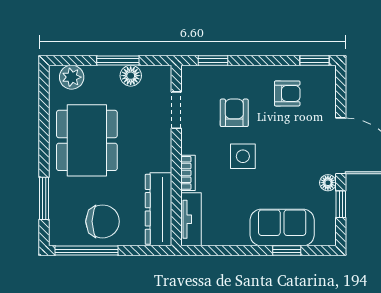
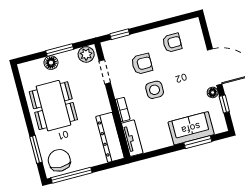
window: (314, 60) -> (184, 17), removed
floor lamp: (131, 76) -> (51, 63), moved
plant: (72, 77) -> (86, 54), moved
armchair: (234, 113) -> (142, 64), turned 90
chair: (103, 221) -> (59, 160), moved, turned -90
window: (287, 251) -> (198, 142), width x1.50

